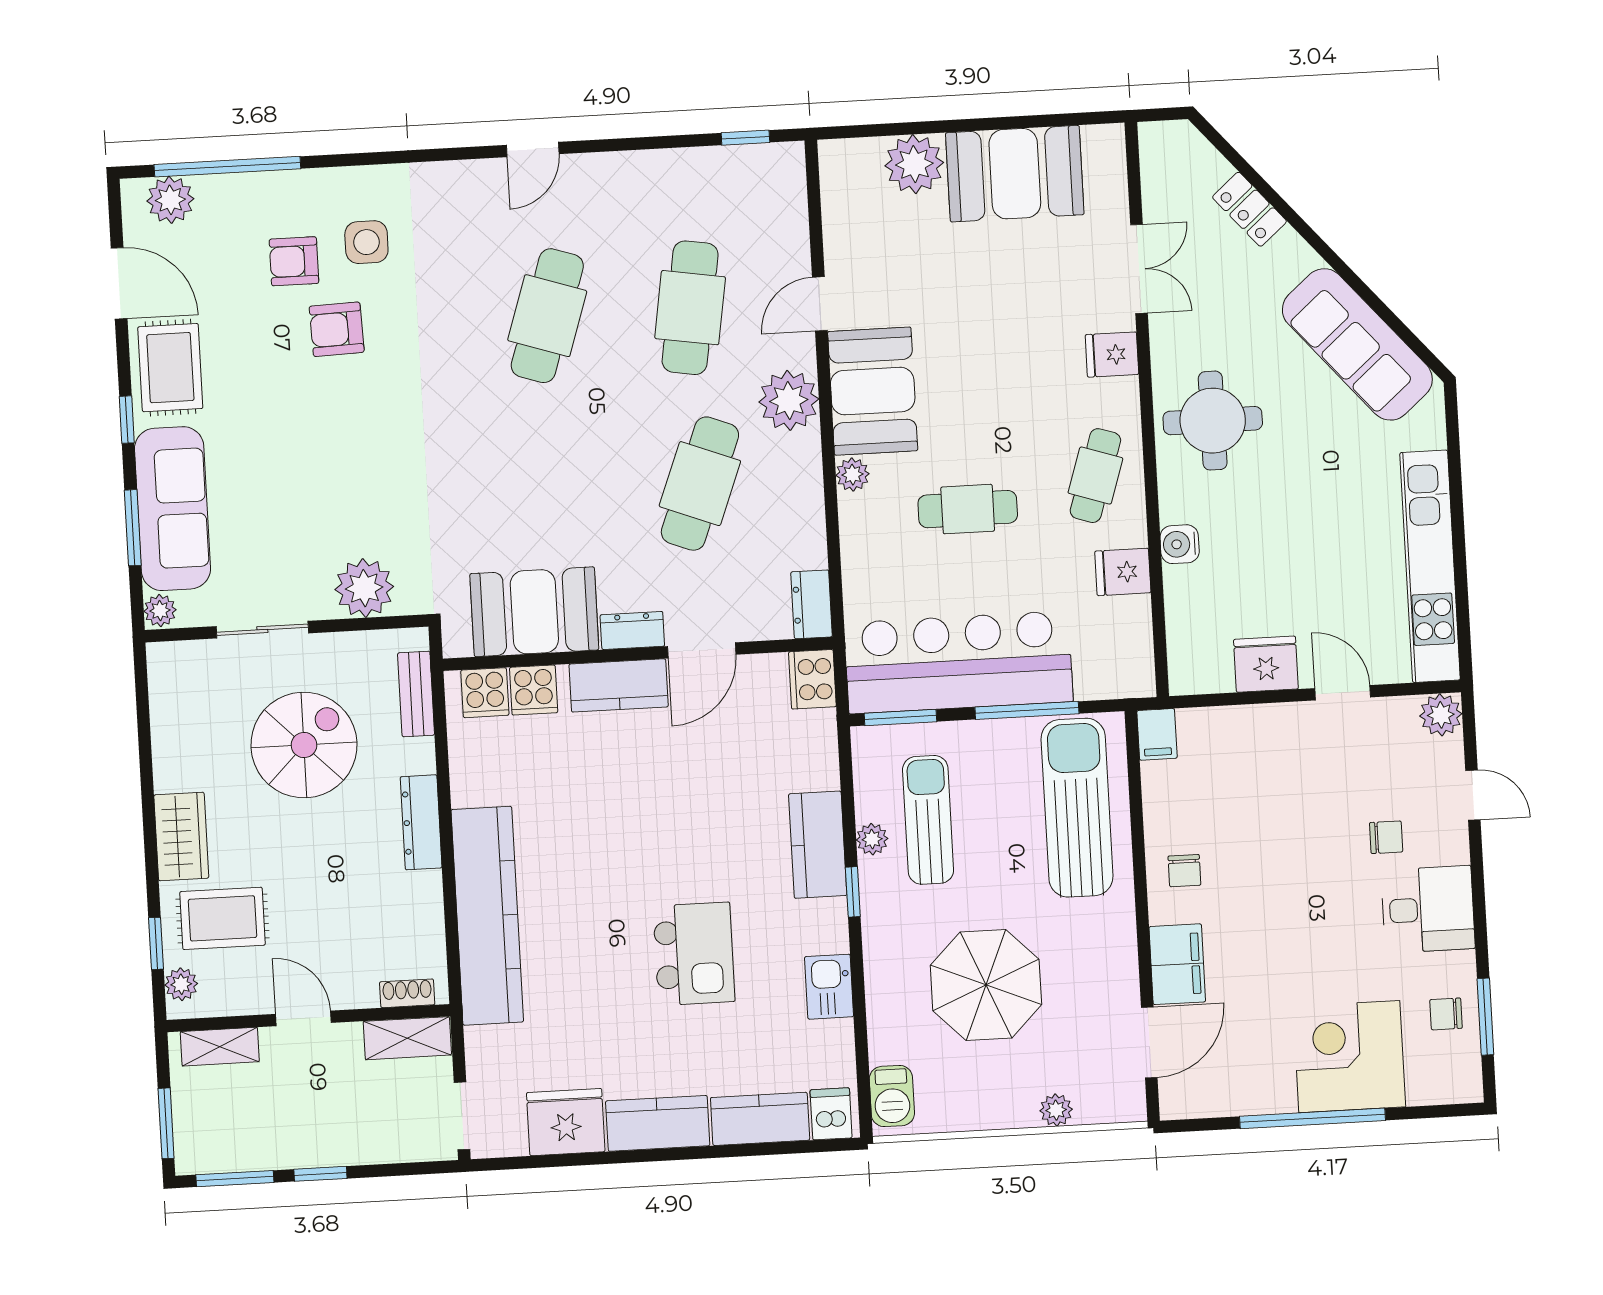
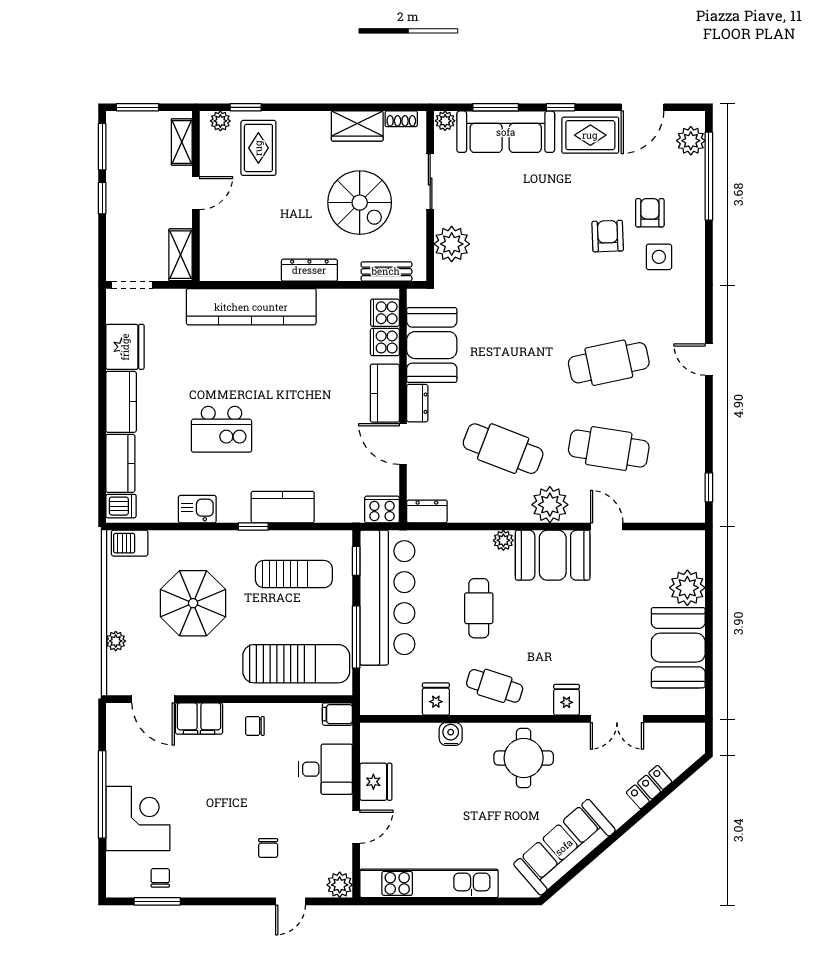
cafe table: (547, 316) -> (609, 363), turned -30
window: (900, 717) -> (356, 561), width x0.67
wardrobe: (181, 836) -> (357, 126), moved
plant: (872, 839) -> (284, 540), removed
desk: (1428, 909) -> (325, 769), moved, turned -90
shoe rack: (407, 993) -> (401, 119), moved, turned 90

